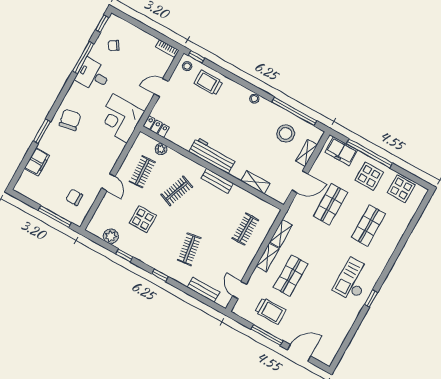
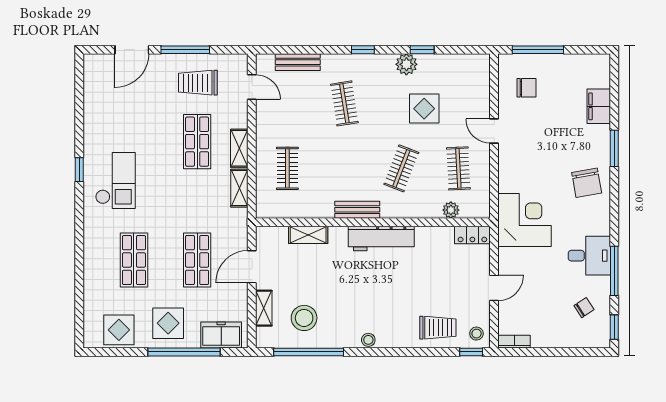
plant: (111, 236) -> (406, 64), moved

